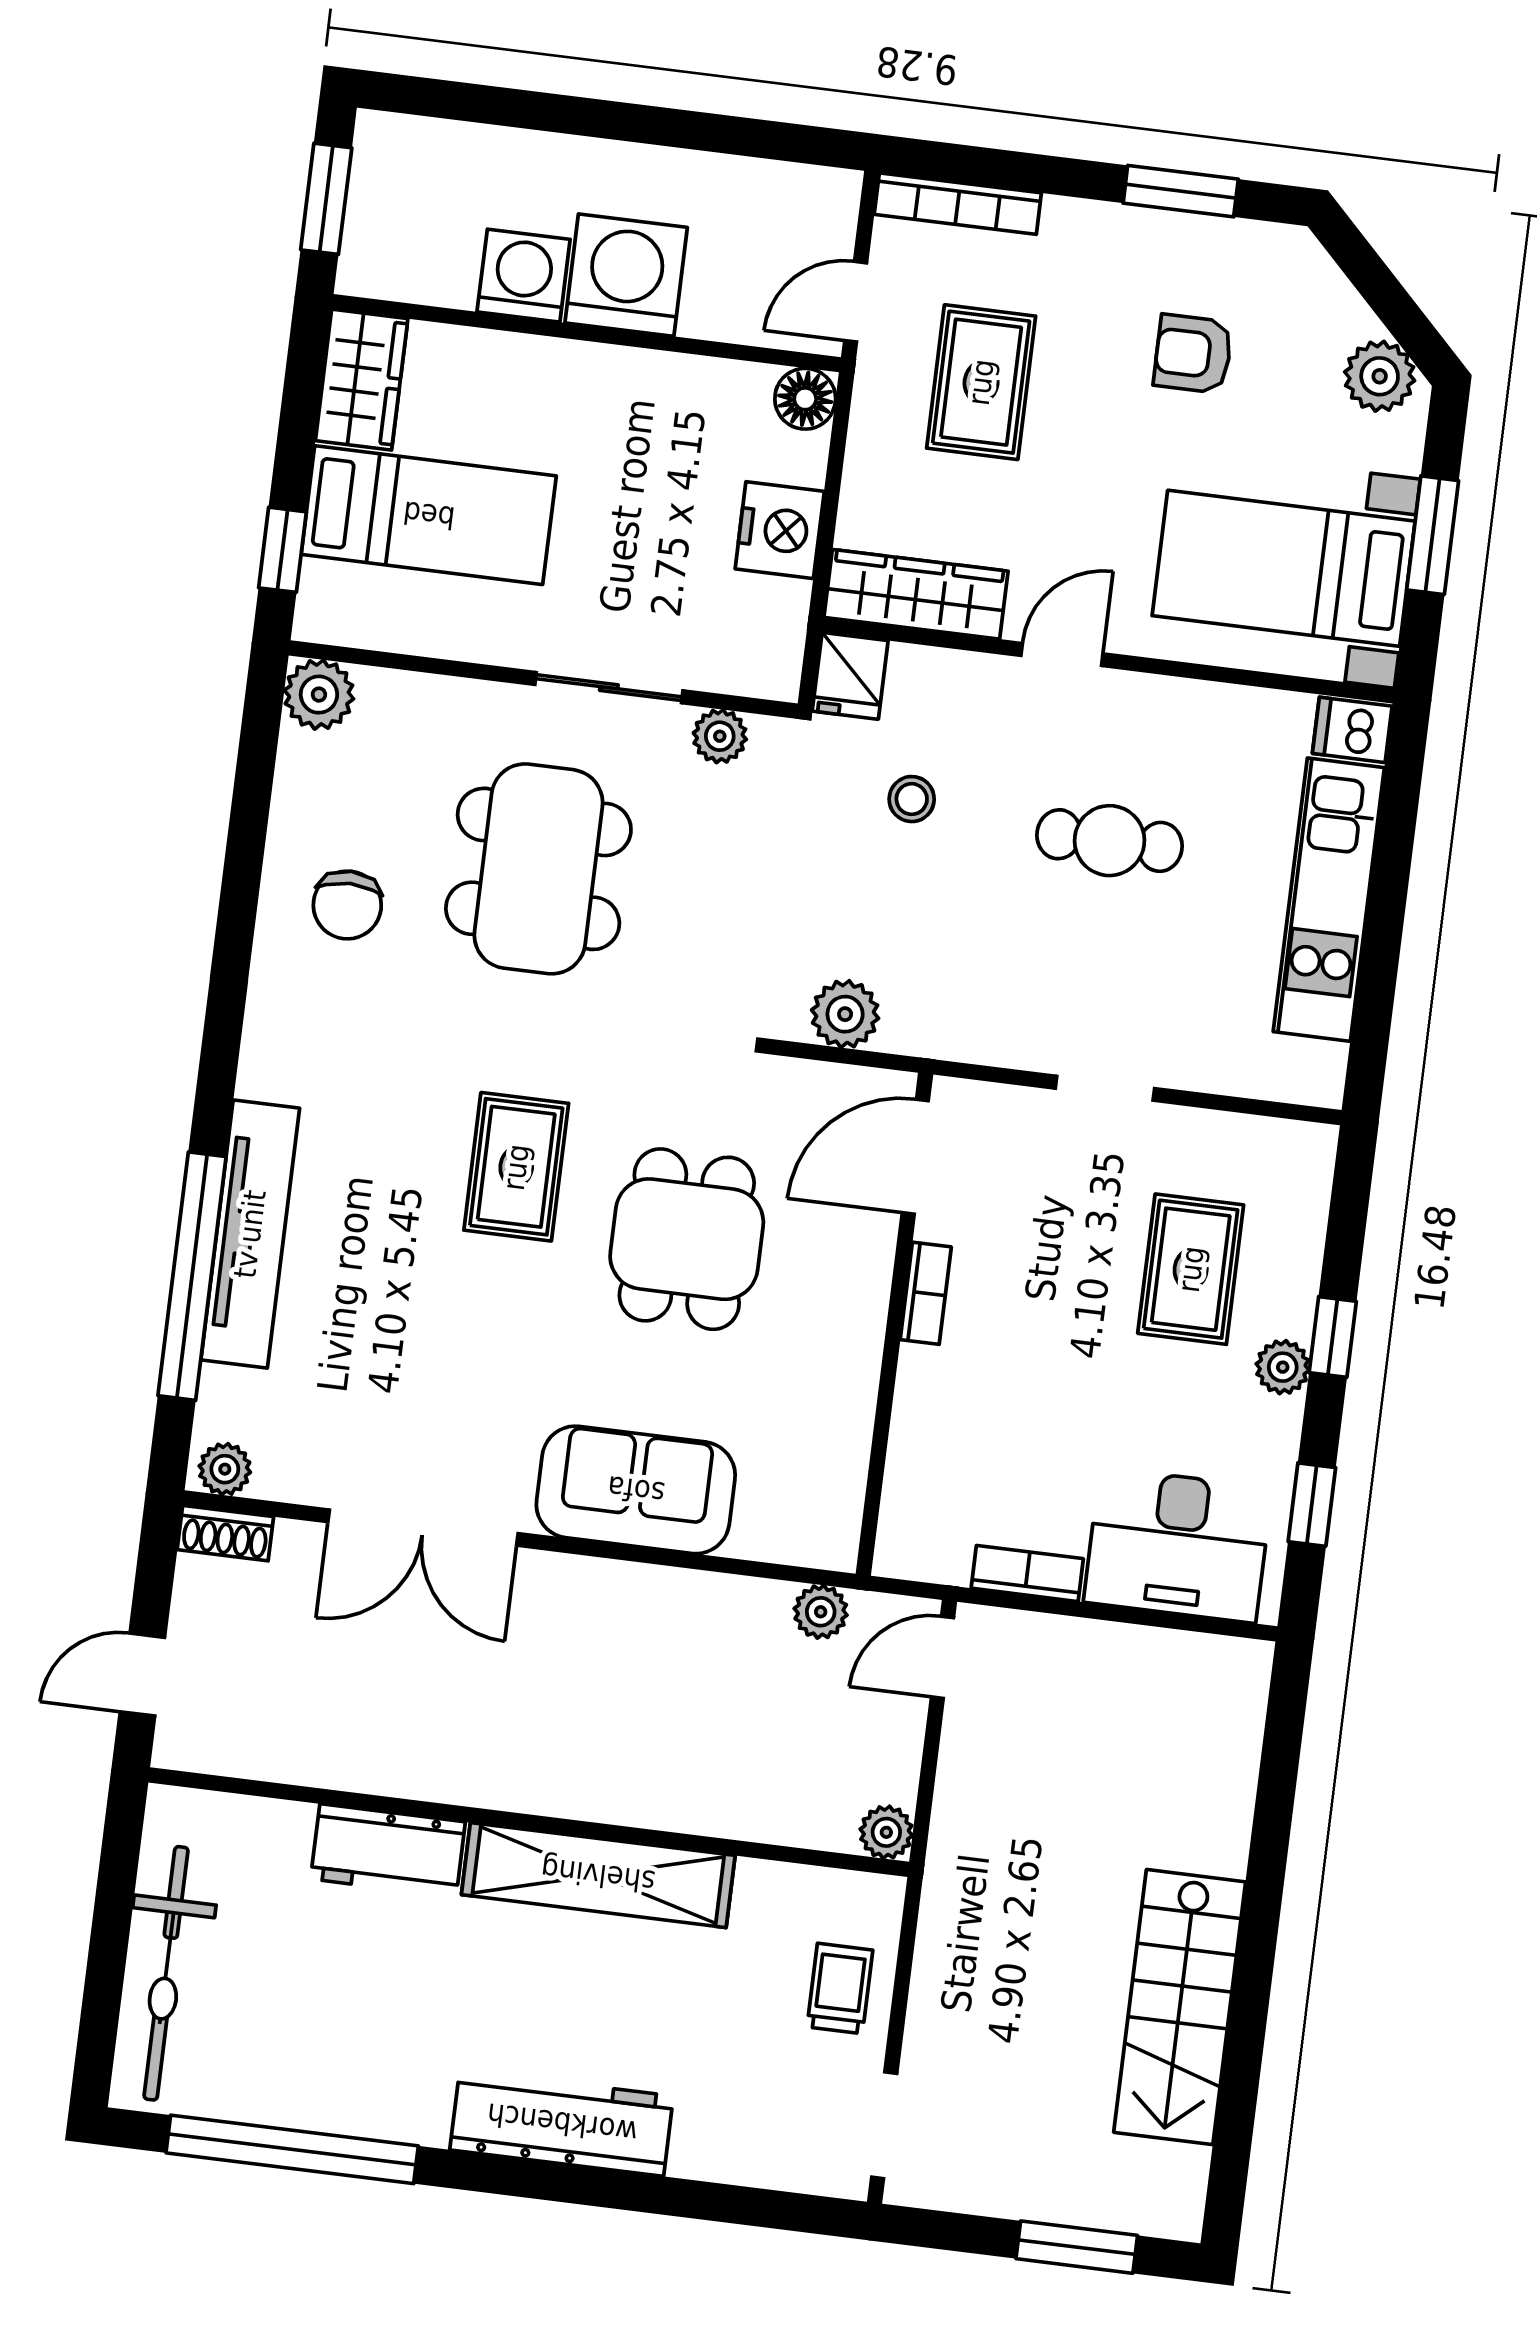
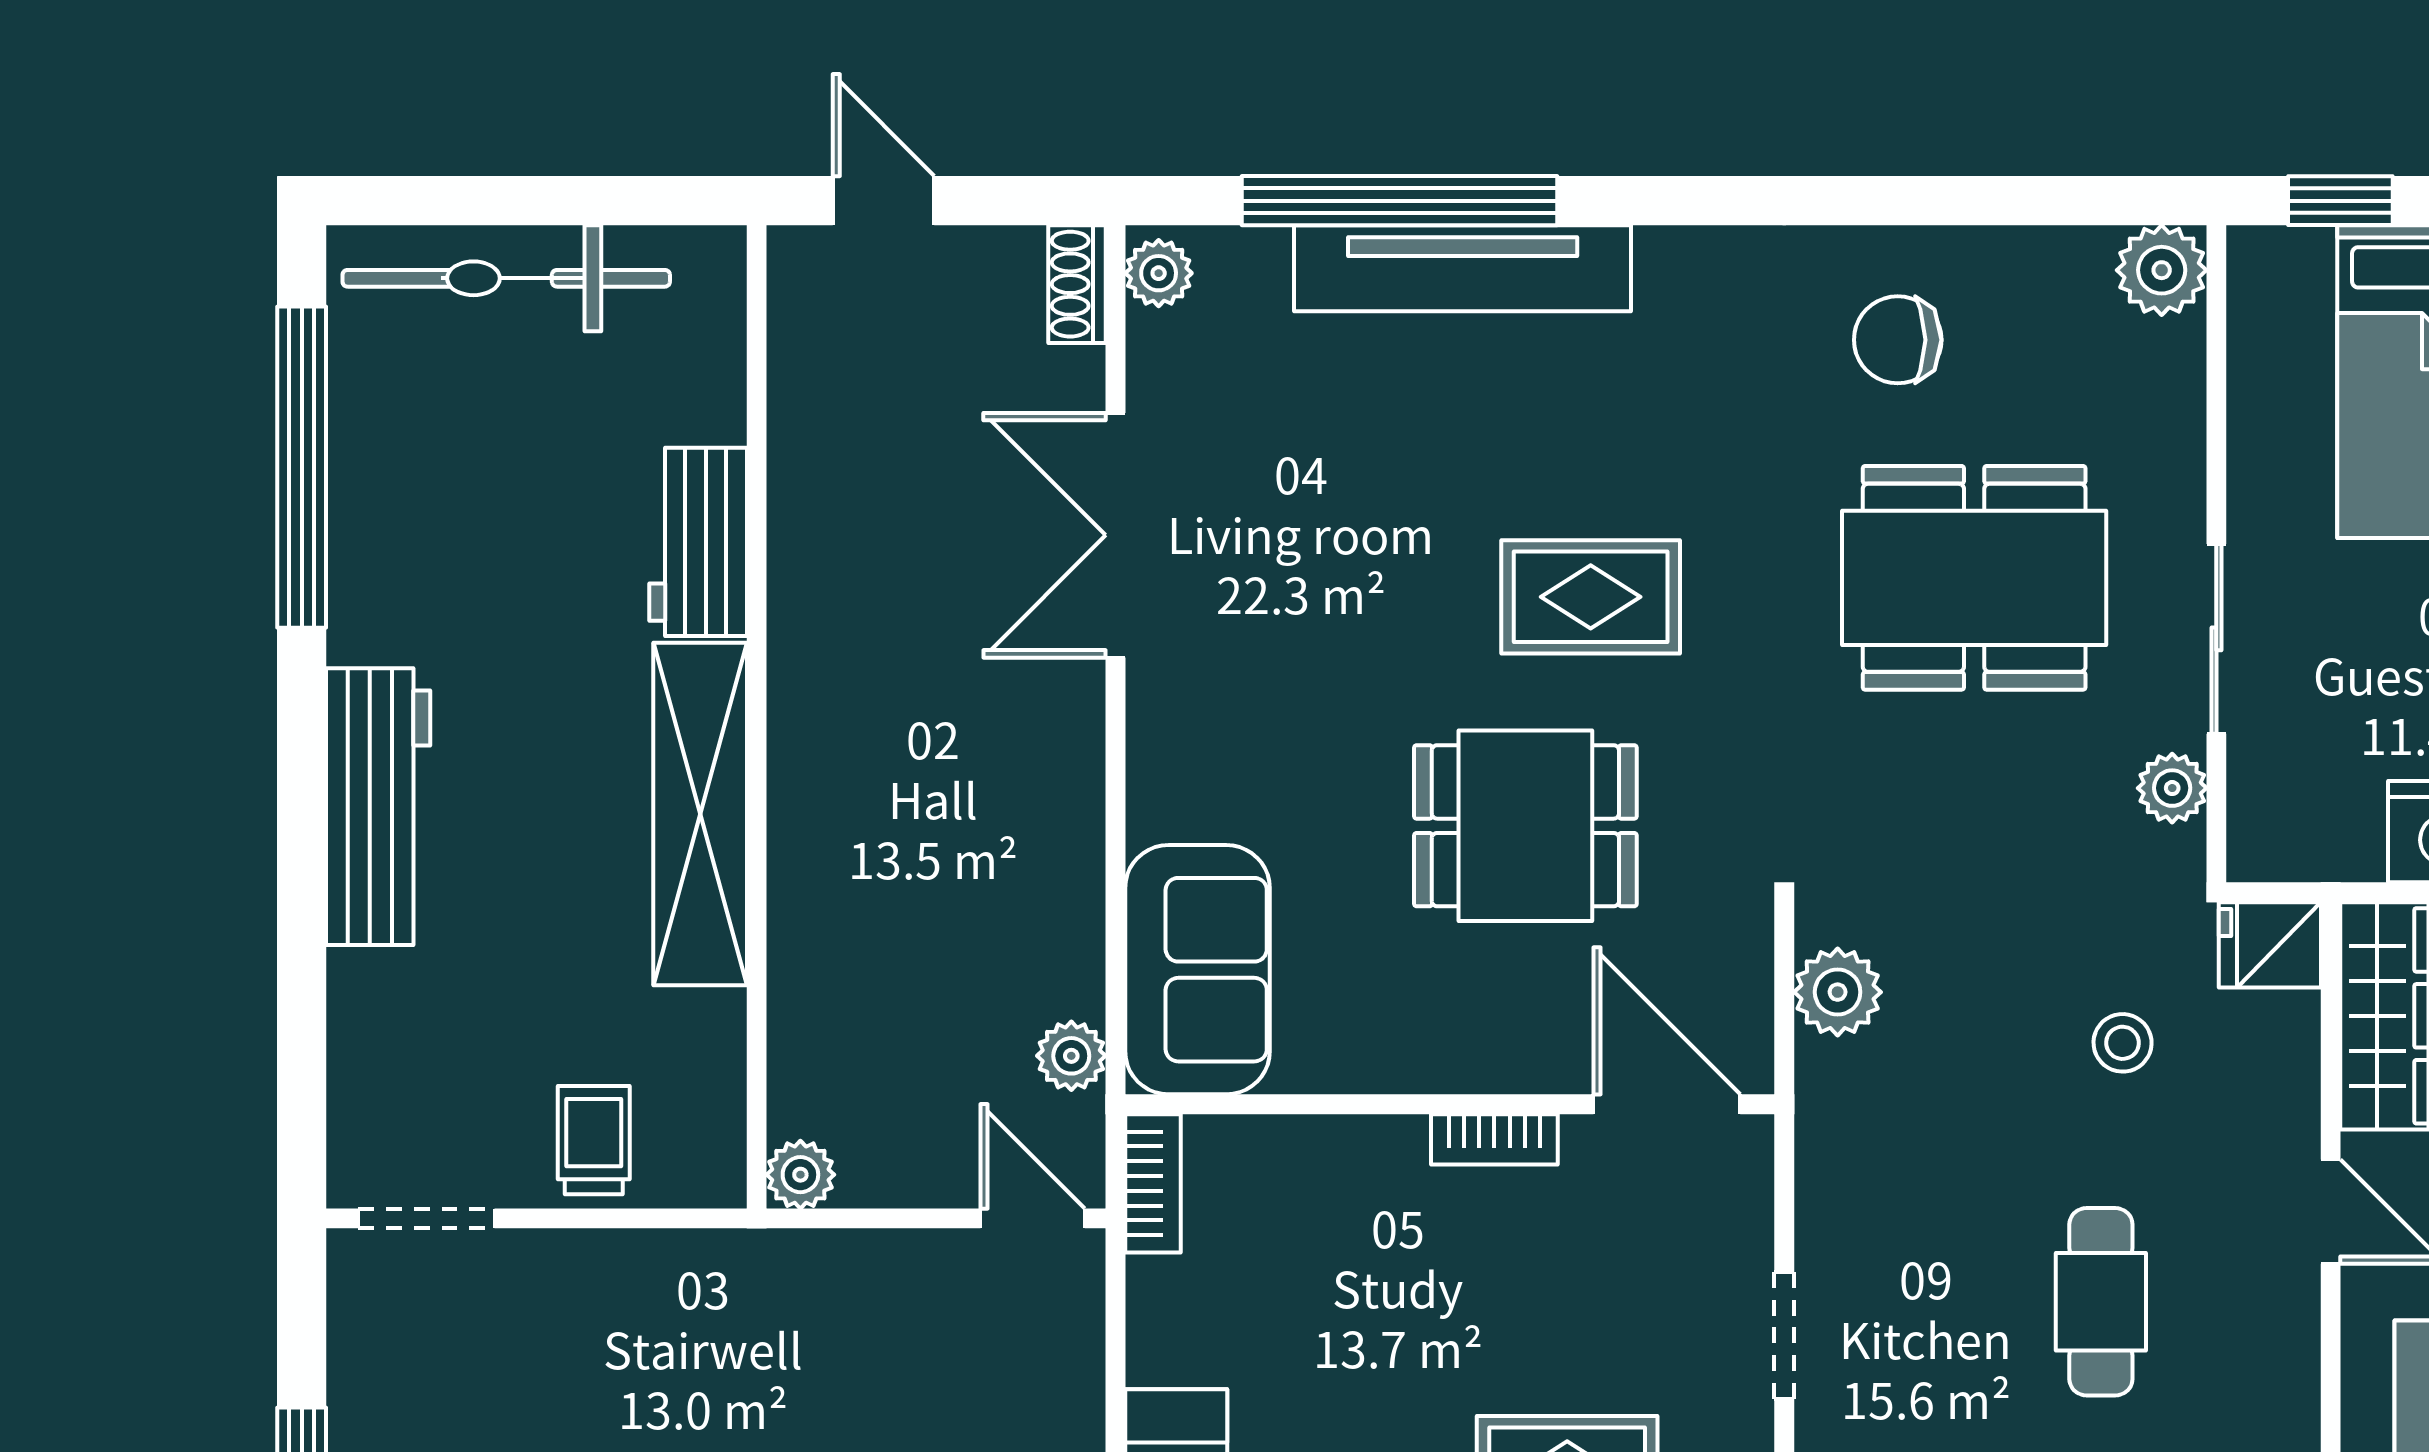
sofa: (636, 1490) -> (1197, 970), moved
bookcase: (1027, 1573) -> (1153, 1183), moved
trolley: (840, 1989) -> (594, 1140), turned -90

